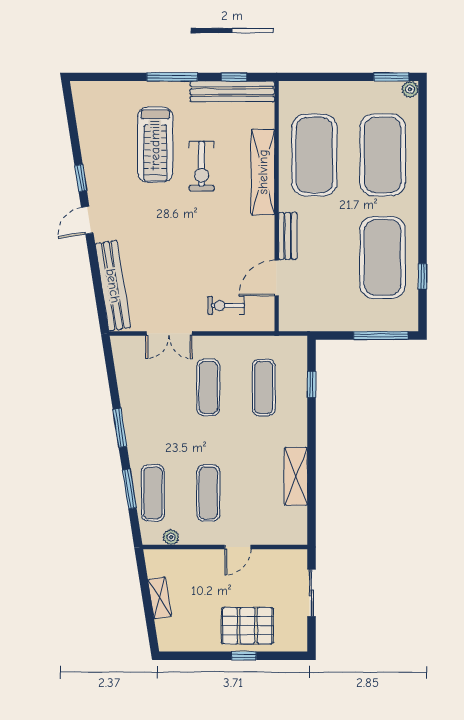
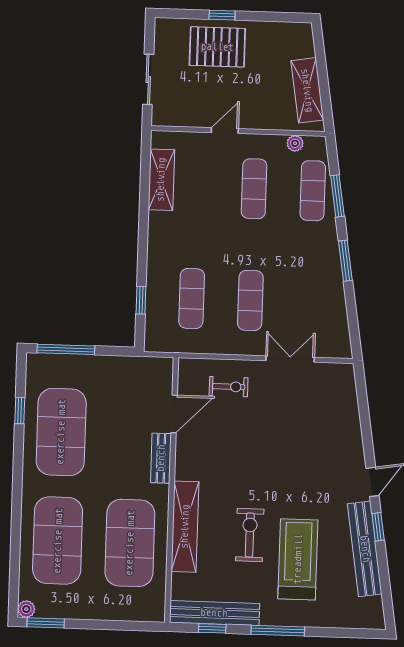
bench: (113, 286) -> (365, 549), moved
shelving: (296, 476) -> (161, 180), moved
shelving: (160, 598) -> (307, 90), width x1.50, depth x1.33

